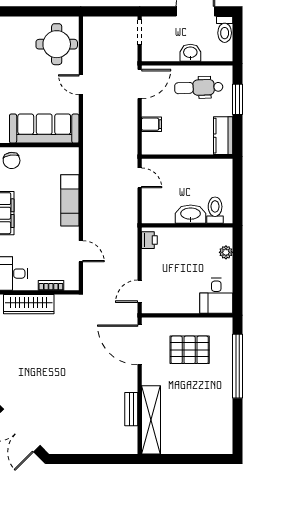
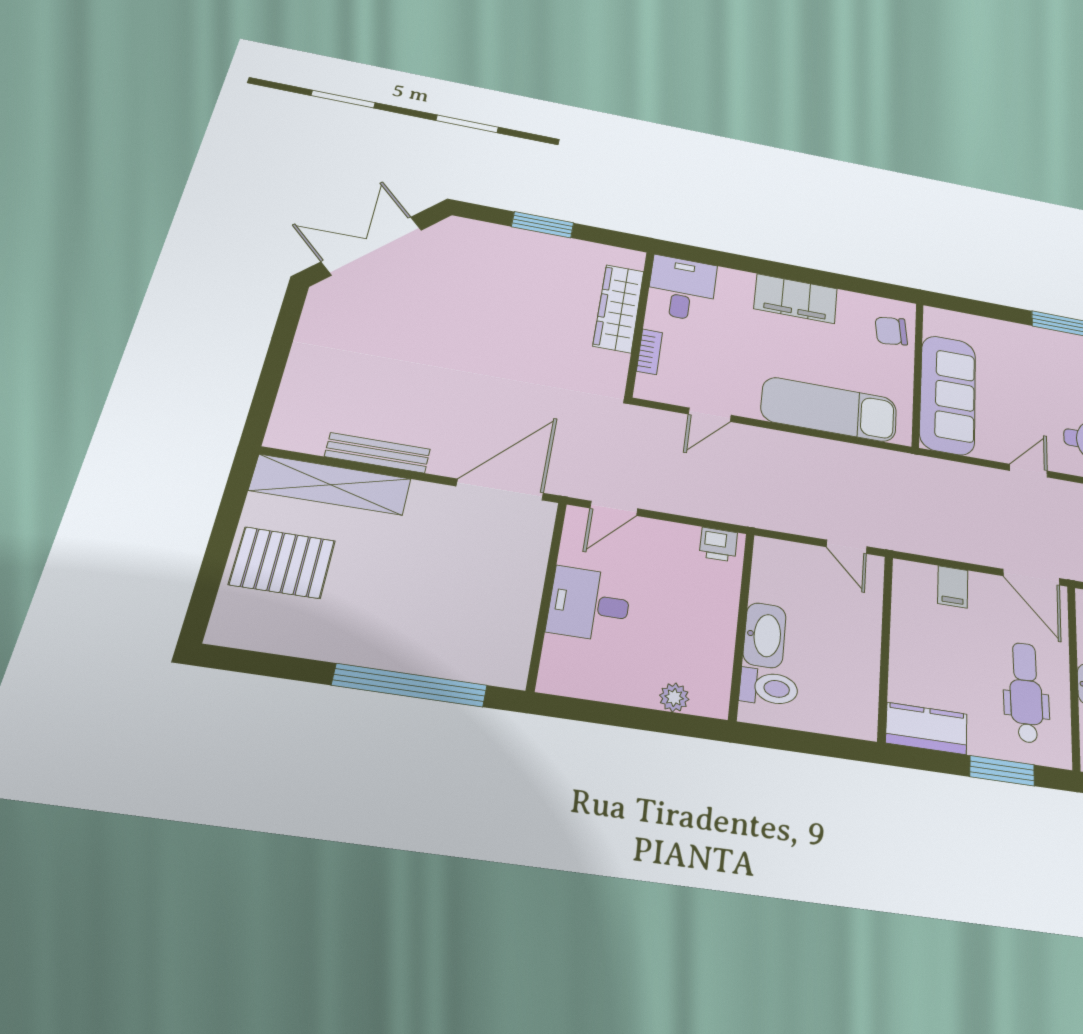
door: (140, 178) -> (847, 547), hinge flipped
exam couch: (70, 200) -> (829, 409), width x1.36, depth x1.45
door: (140, 291) -> (614, 508), swing flipped
desk: (216, 296) -> (589, 604), moved
pallet: (190, 350) -> (282, 563), moved, turned 90
bench: (131, 409) -> (378, 453), width x1.36

